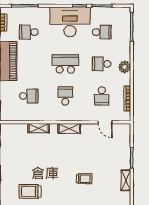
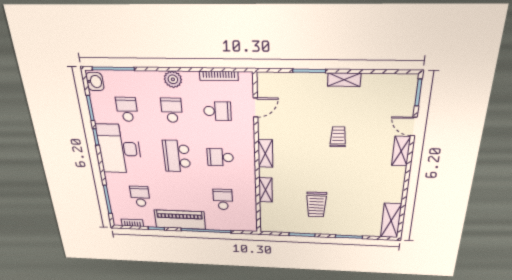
washbasin: (122, 12) -> (95, 82), added
school desk: (29, 32) -> (140, 196), turned 180
school desk: (102, 64) -> (172, 110), turned 180
trolley: (30, 191) -> (316, 205), moved

